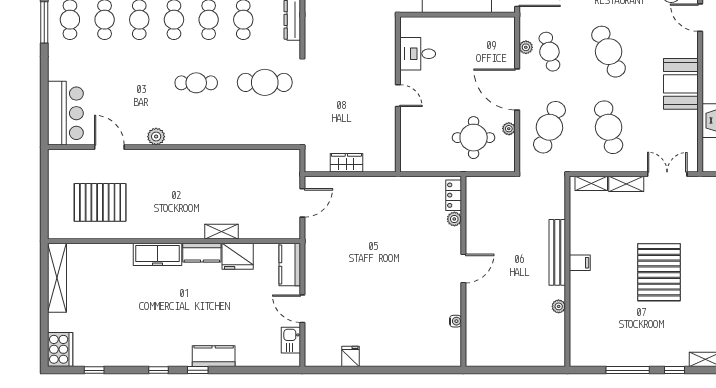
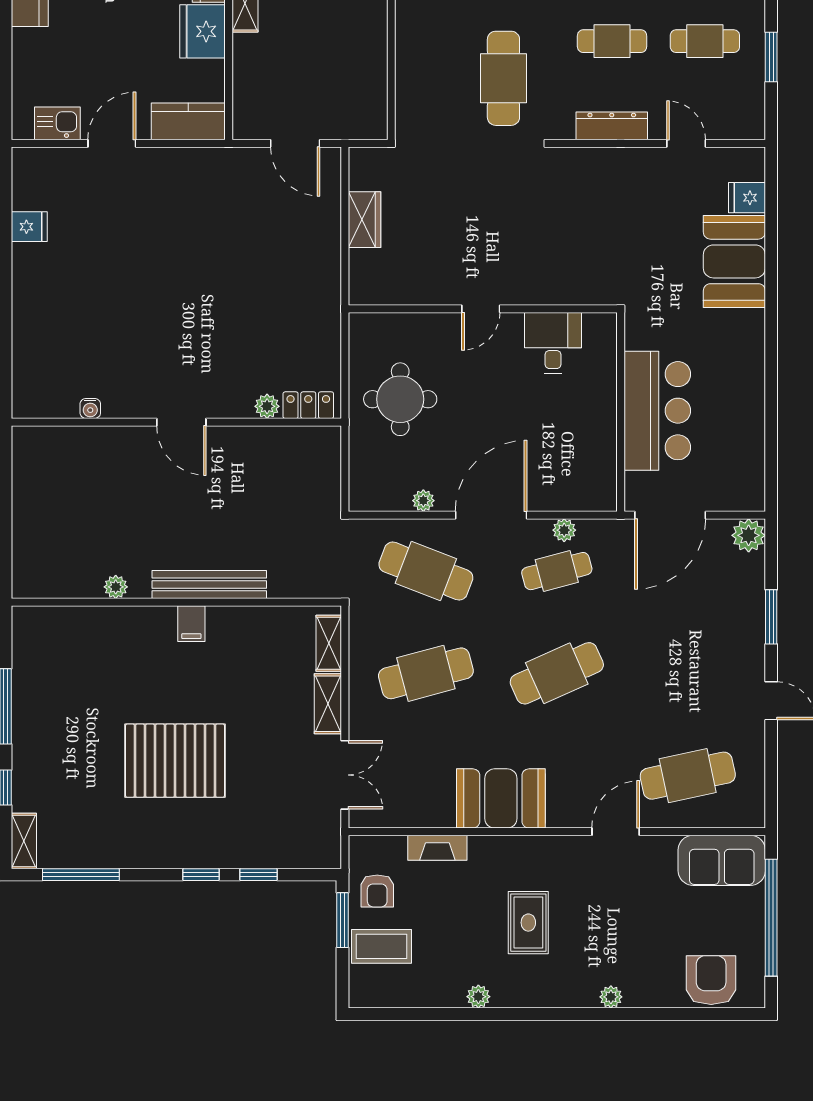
round table: (474, 138) -> (400, 399), moved

